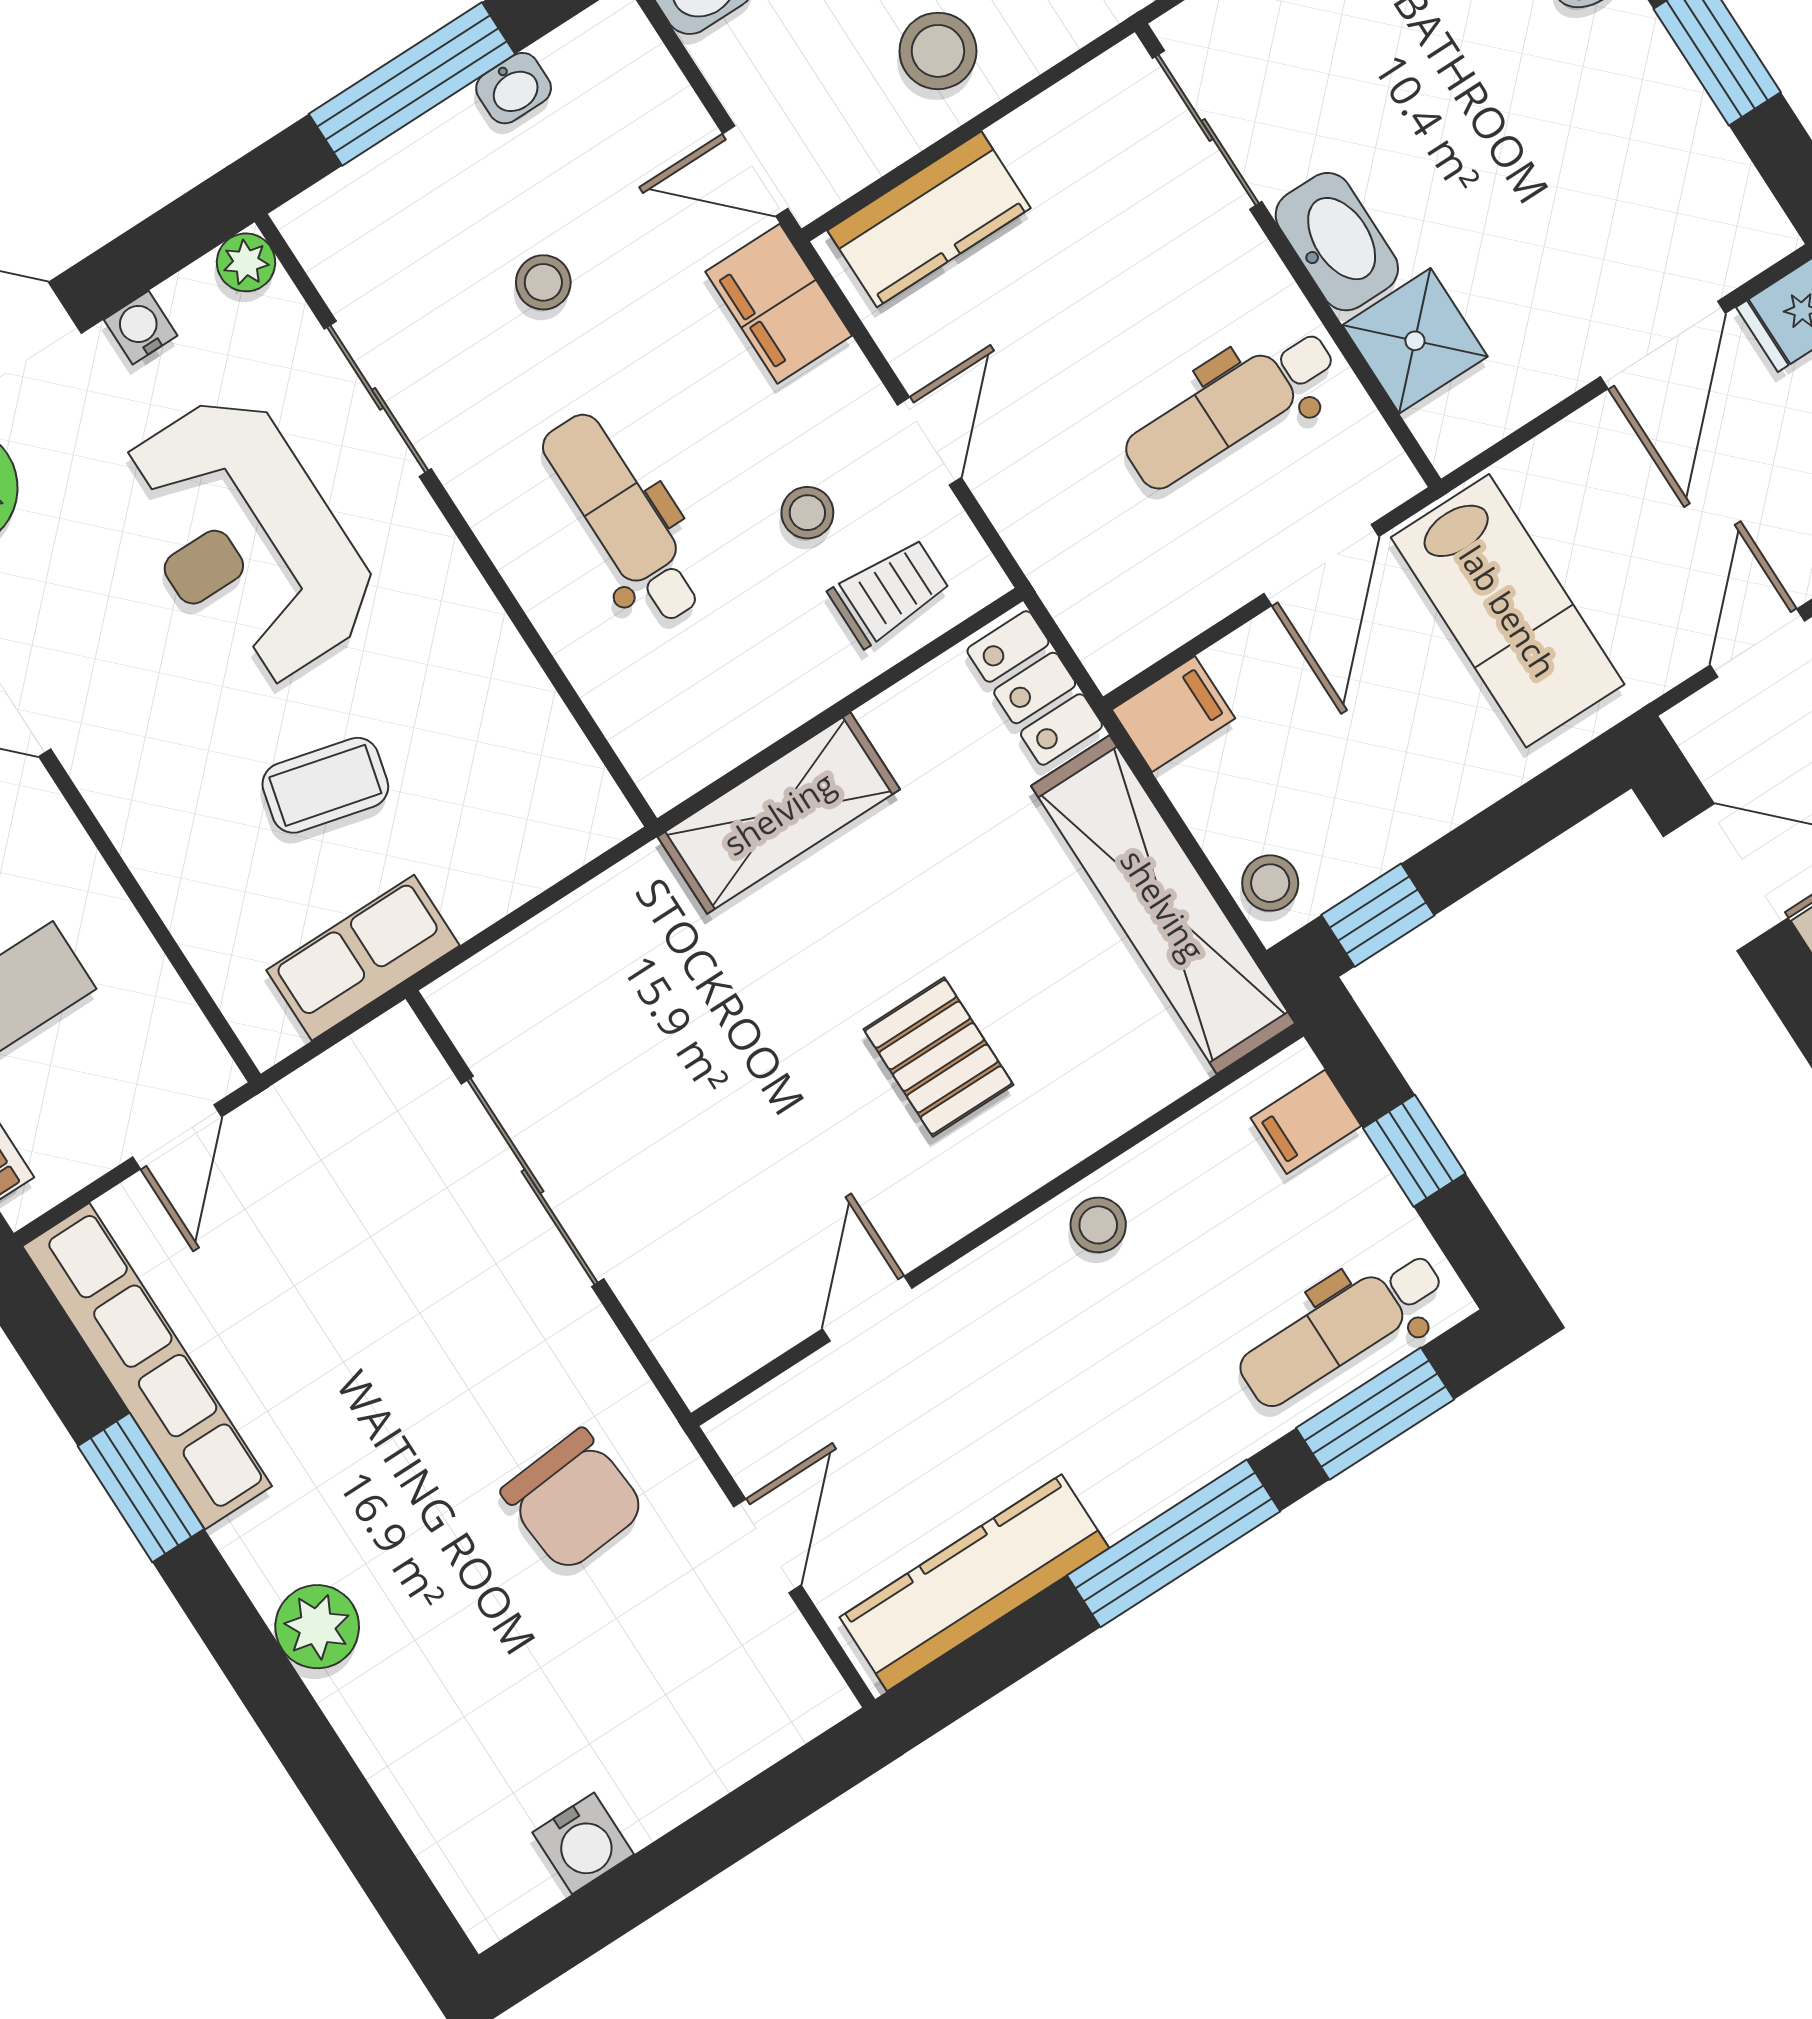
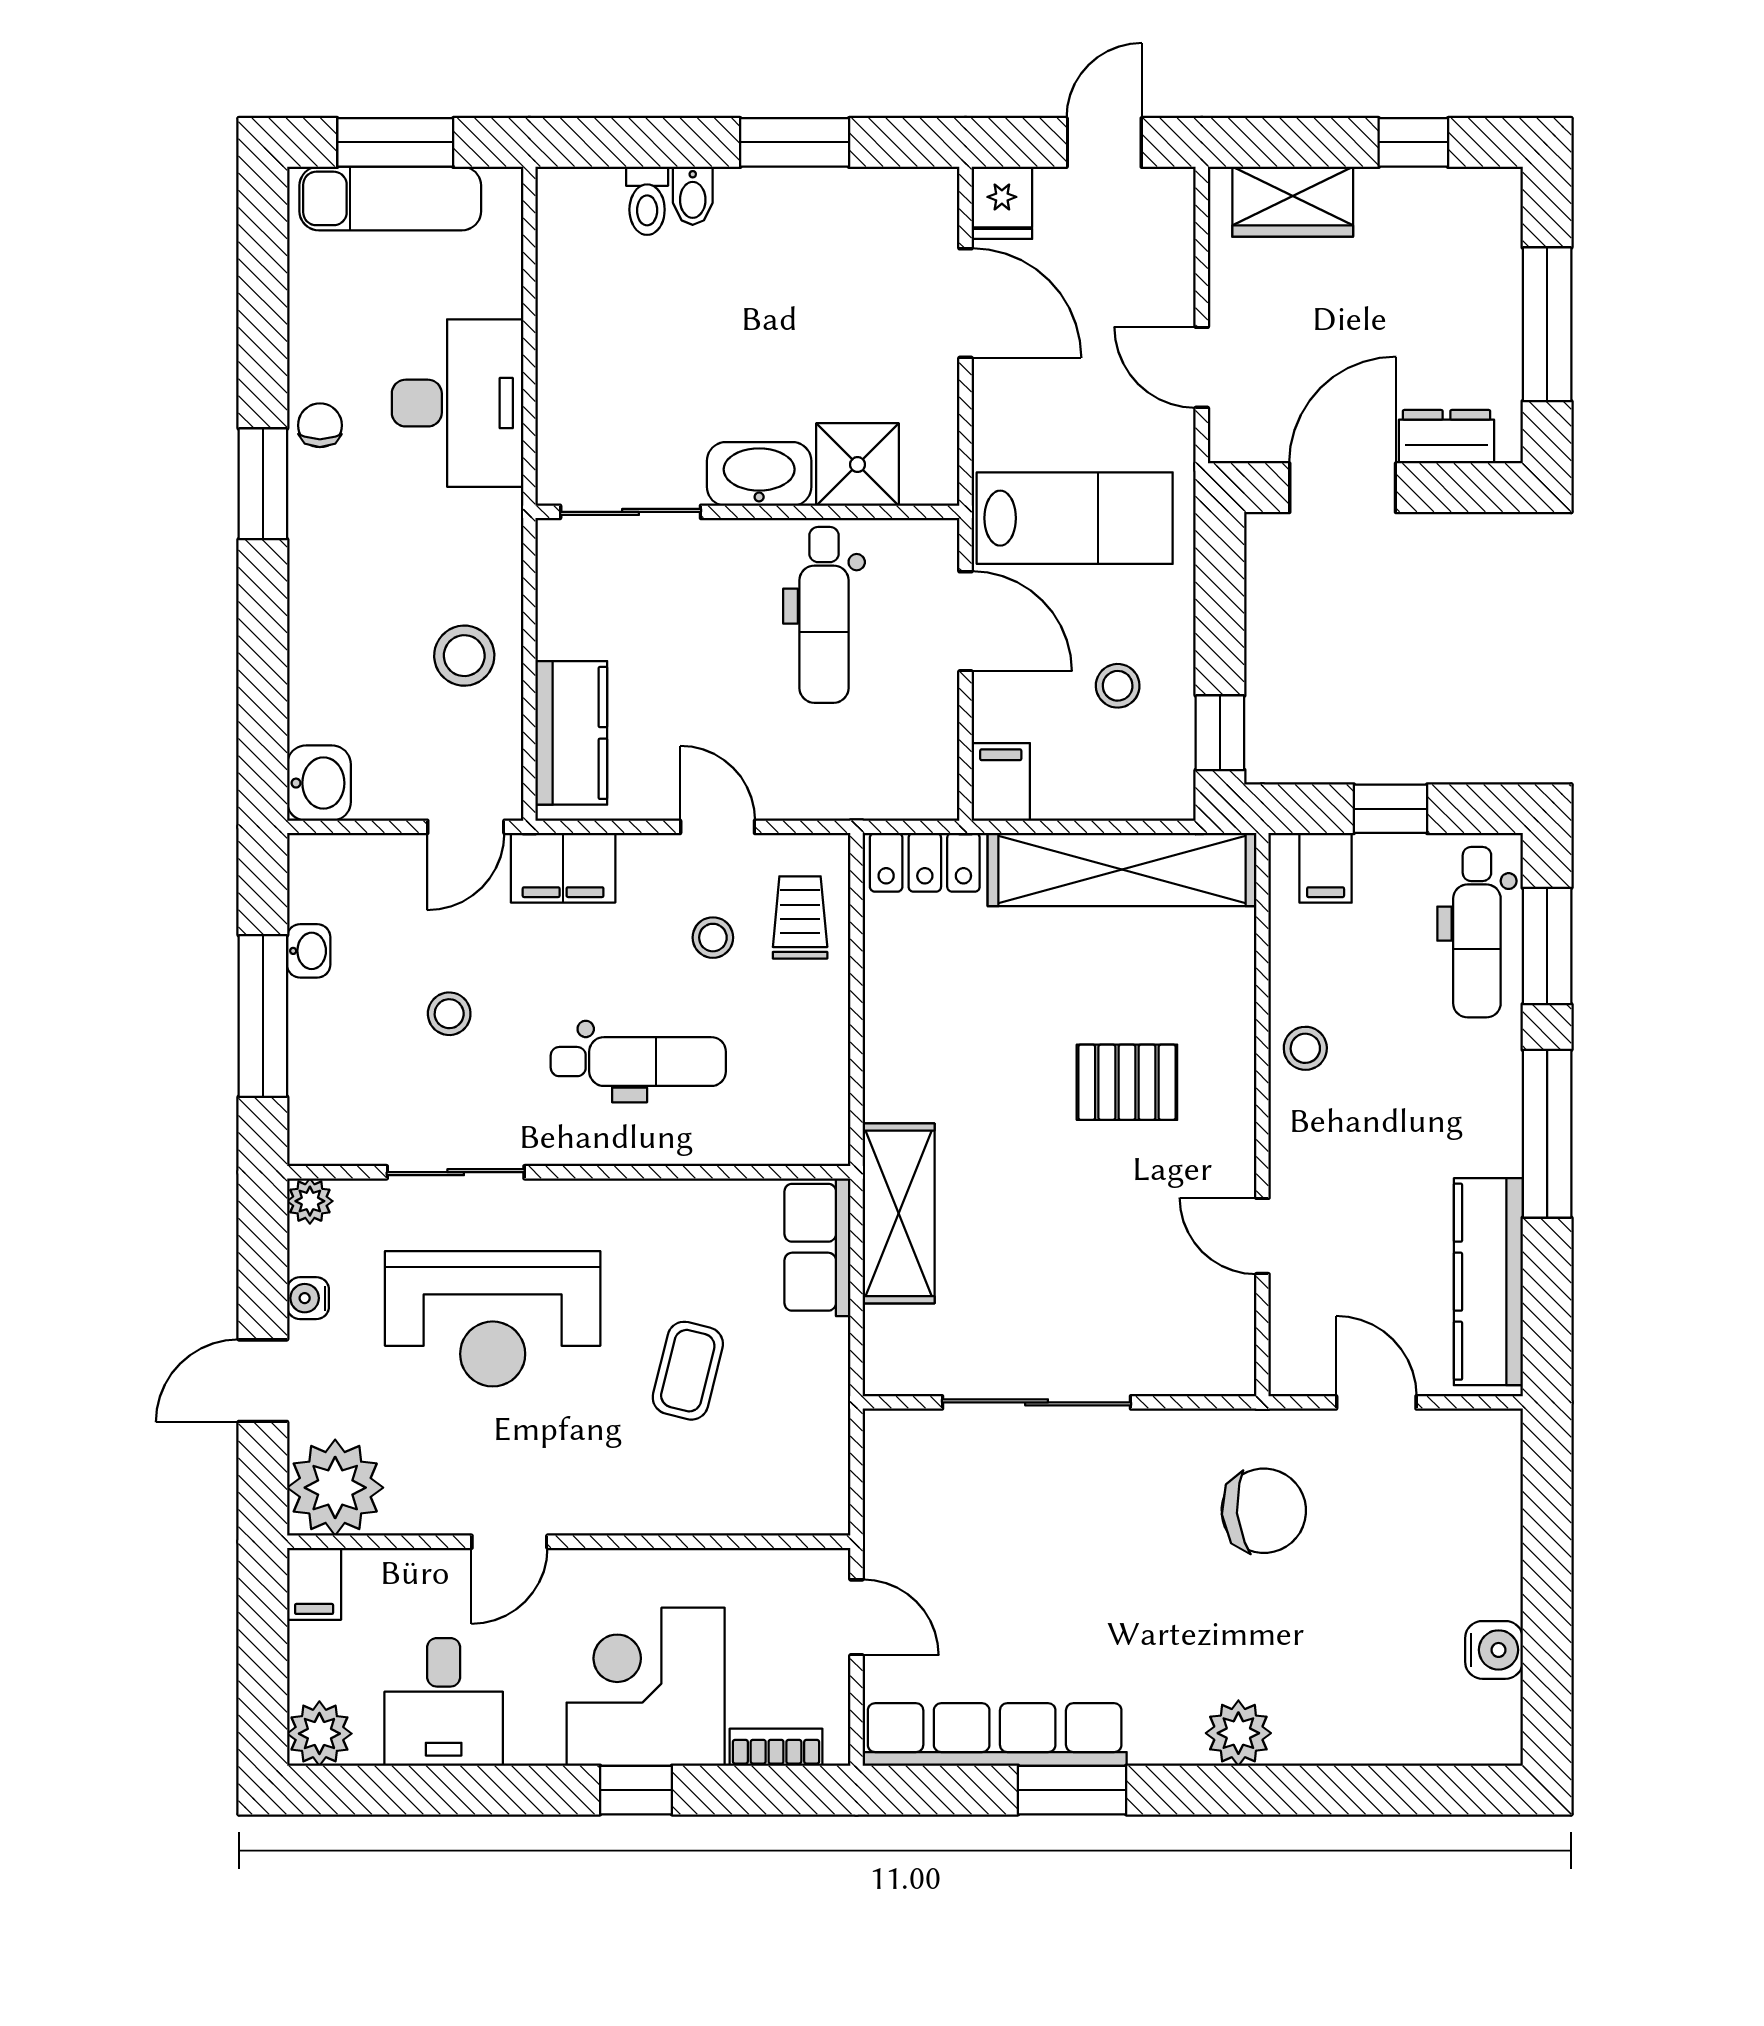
dental chair: (623, 518) -> (638, 1062), turned 180
shelving: (779, 813) -> (899, 1213), moved
stool: (1270, 883) -> (1118, 686), moved
row of seats: (363, 958) -> (817, 1247), moved

